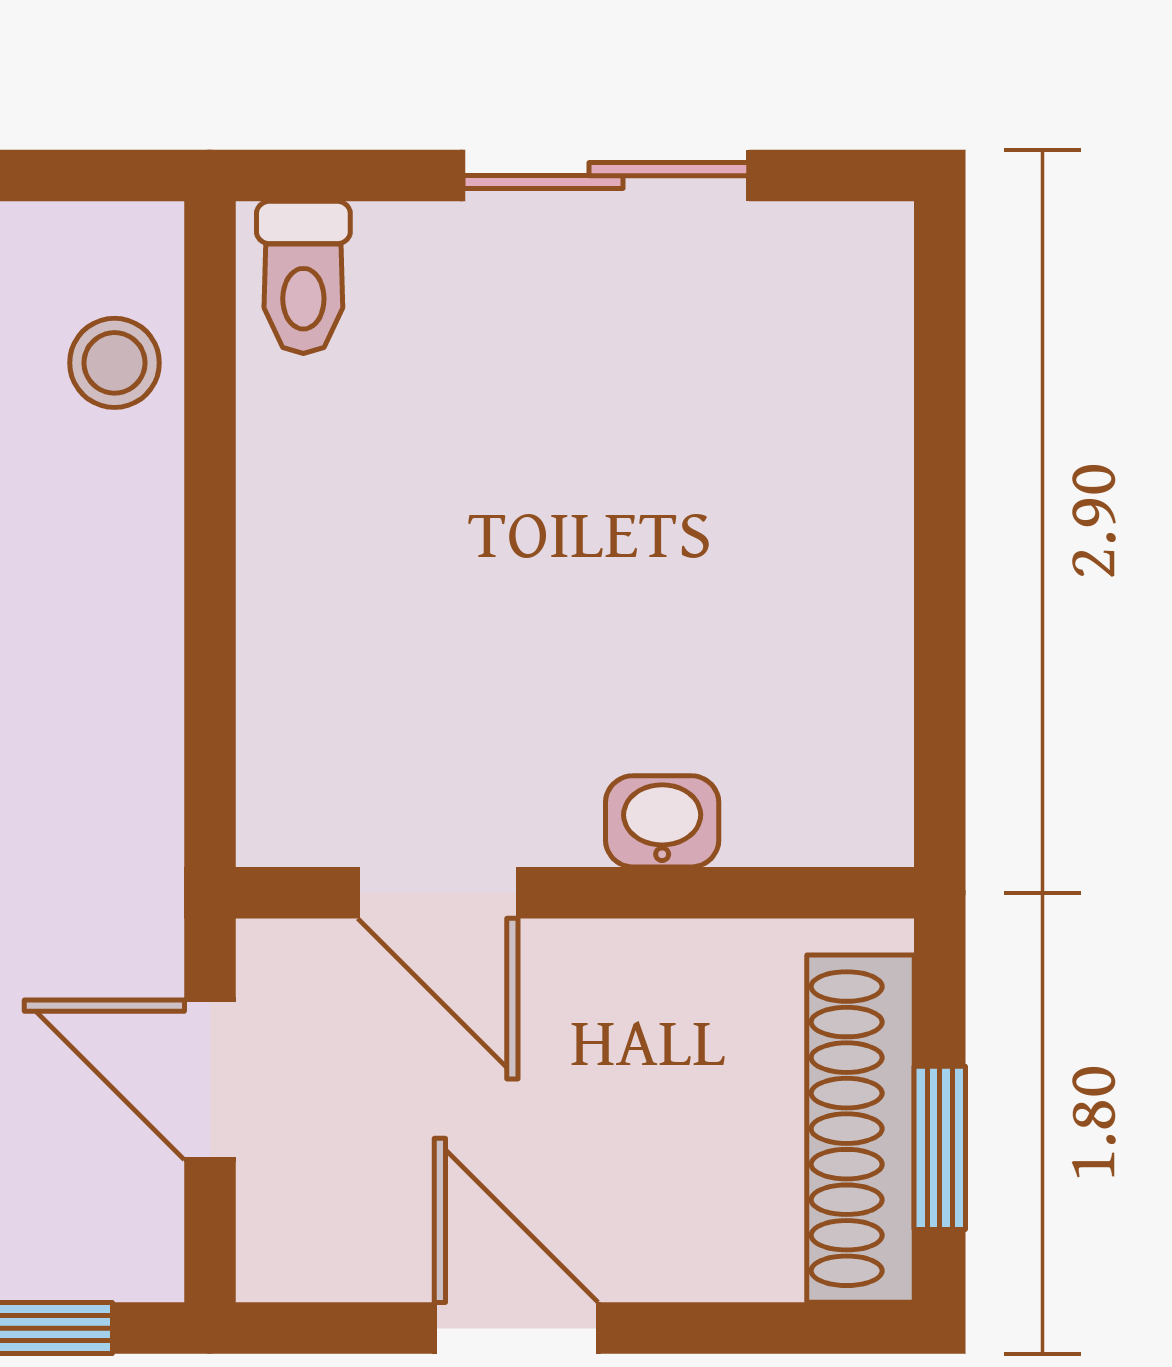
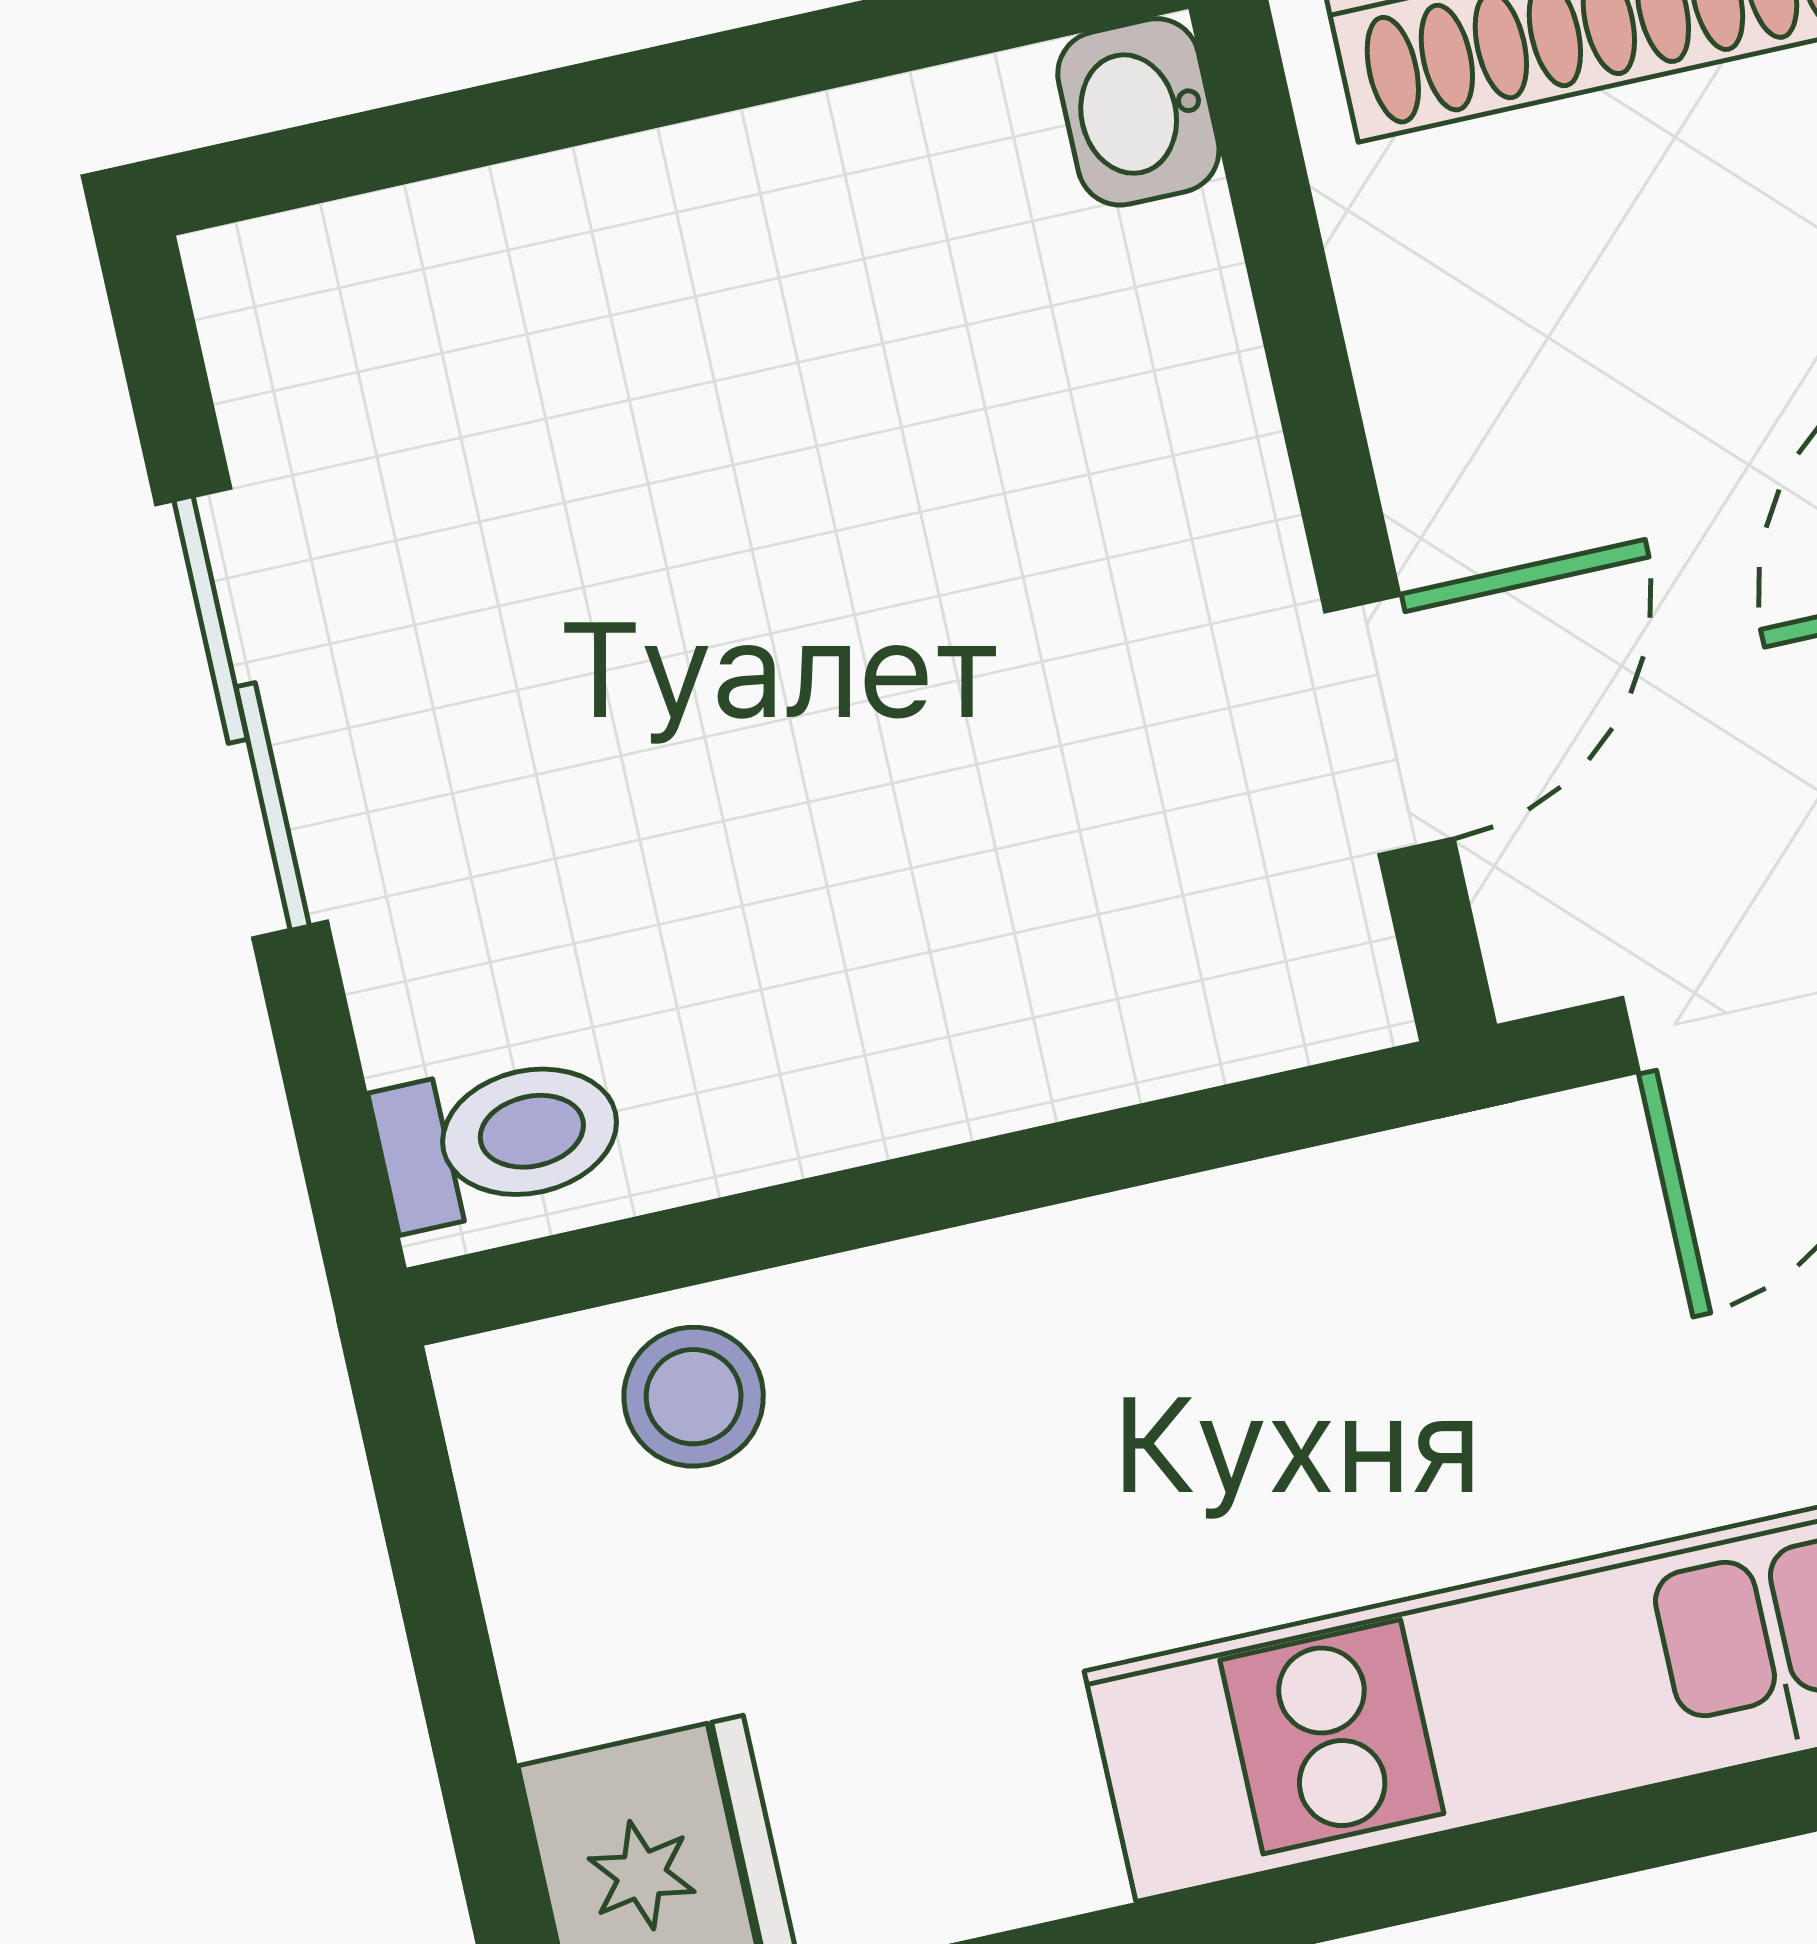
washbasin: (662, 821) -> (1138, 112), moved

